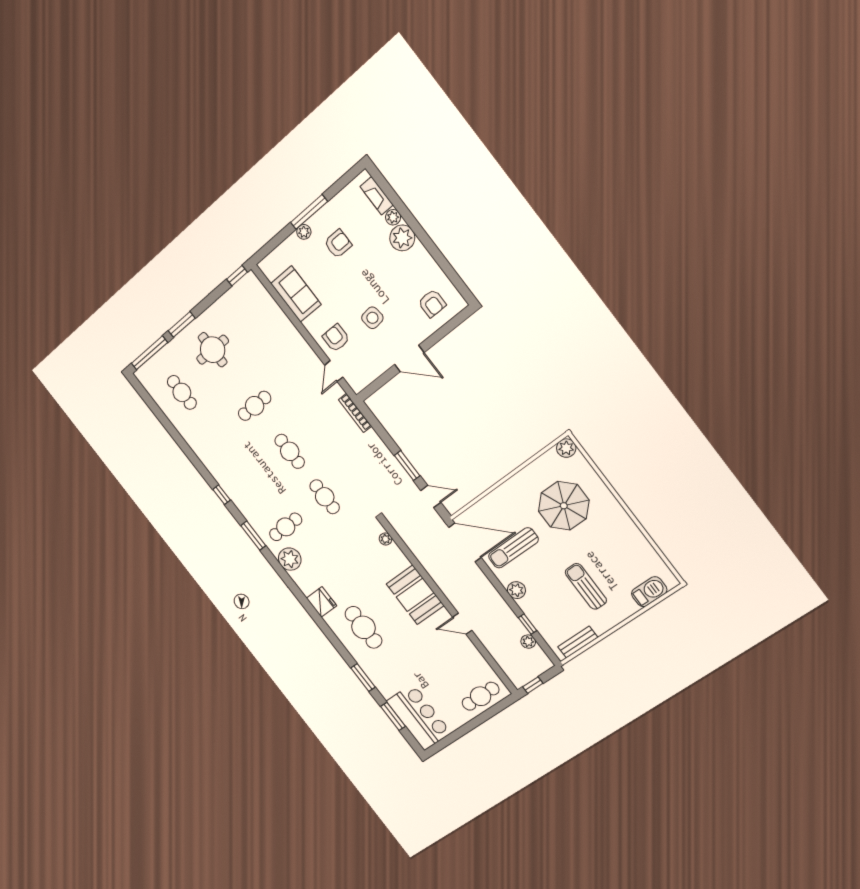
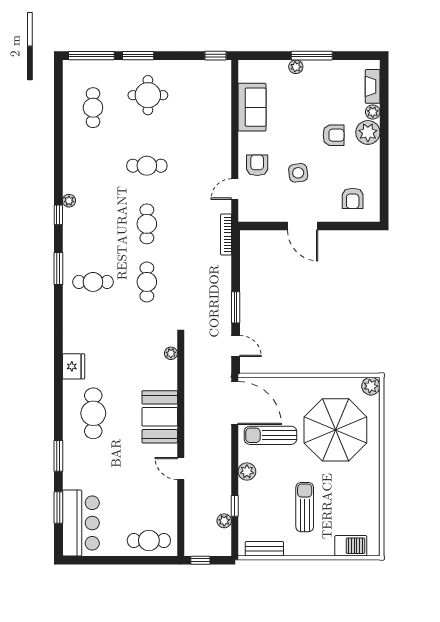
armchair: (338, 244) -> (334, 135), moved
parasol: (564, 506) -> (335, 430), width x1.36, depth x1.36
plant: (290, 559) -> (69, 201), moved, width x0.53, depth x0.53

